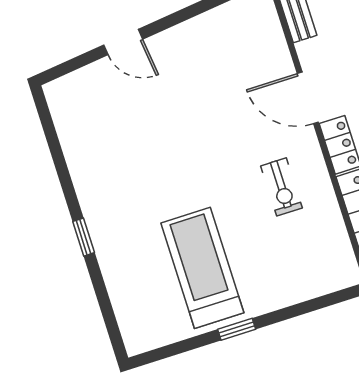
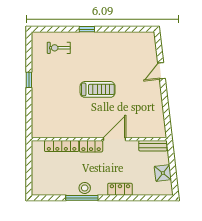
exercise bike: (282, 187) -> (59, 48), moved
treadmill: (202, 268) -> (98, 89), moved, width x0.73, depth x0.73

